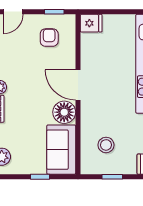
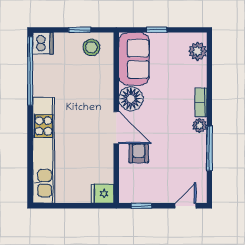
armchair: (49, 38) -> (139, 153), moved, turned 180
stool: (106, 145) -> (91, 47), moved

